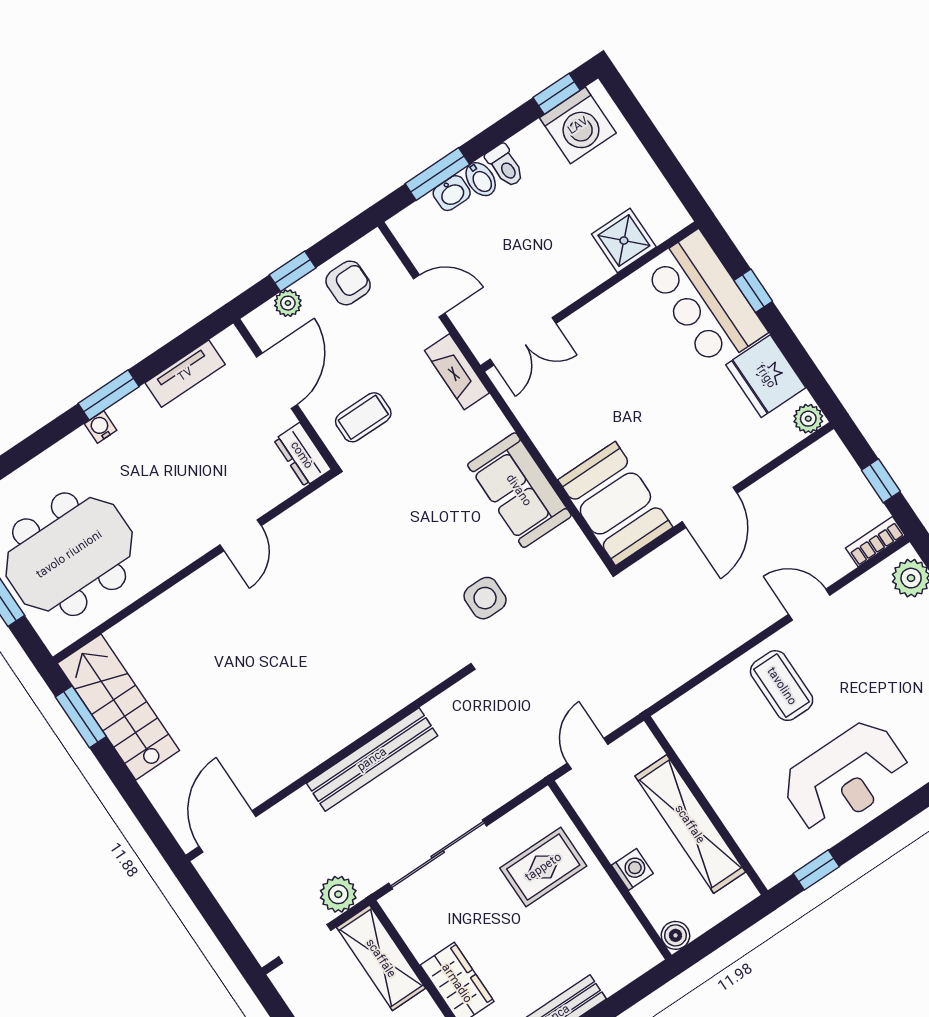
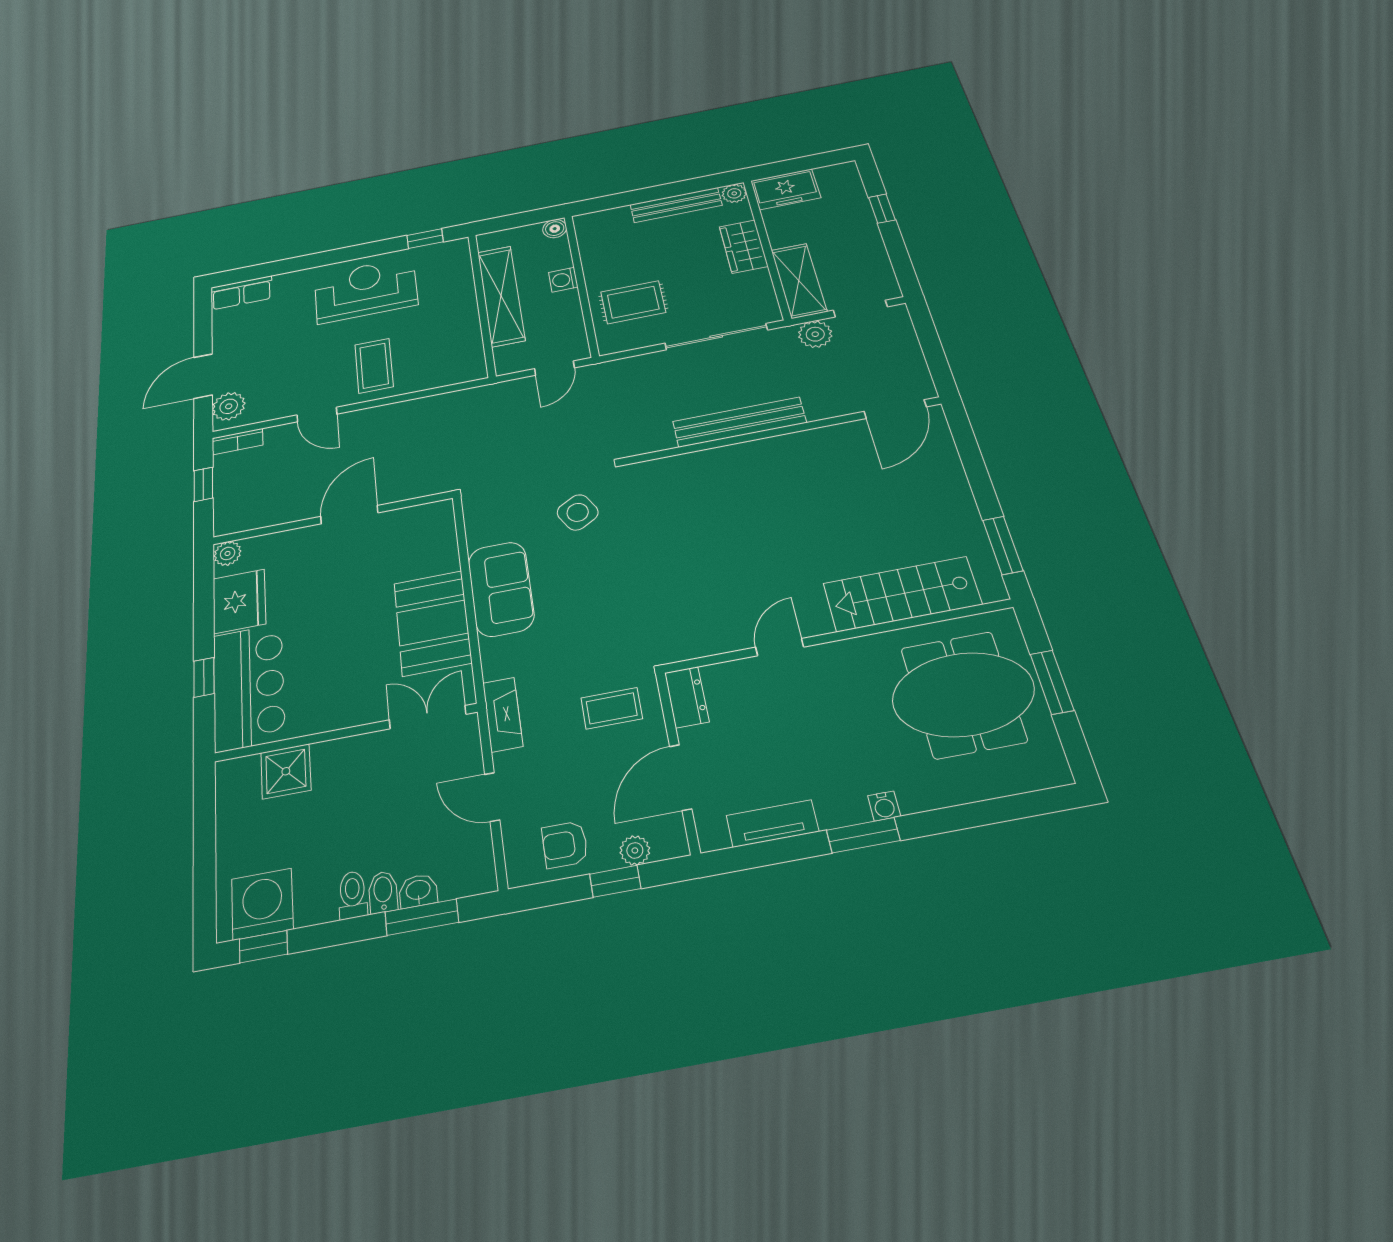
booth: (615, 503) -> (432, 623), moved
side table: (485, 598) -> (578, 512), turned -30
stairs: (118, 707) -> (902, 594), moved, turned 90

